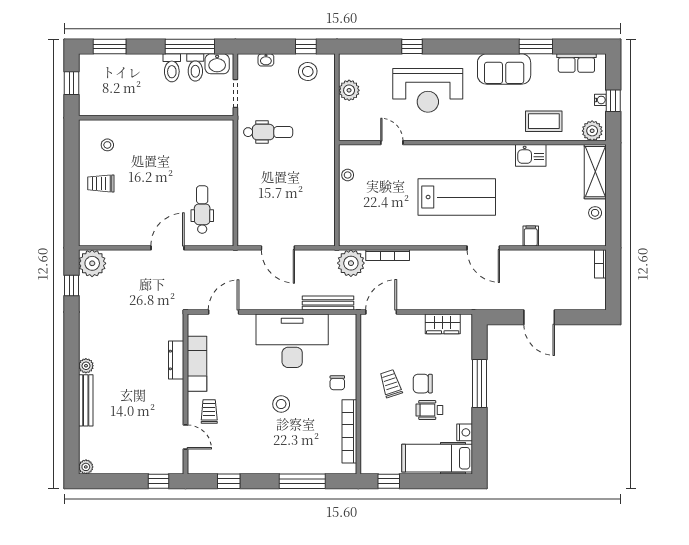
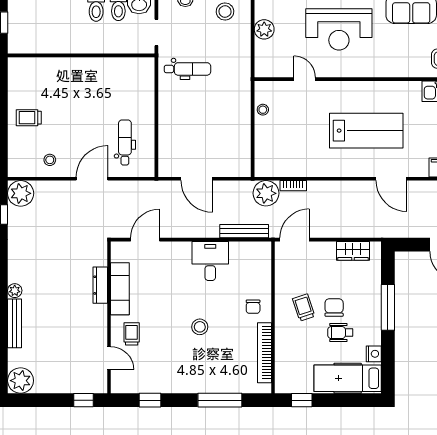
stool: (107, 145) -> (50, 160), moved
bookcase: (388, 255) -> (293, 186), width x0.64
desk: (292, 341) -> (210, 261), width x0.53, depth x0.77
chair: (423, 384) -> (334, 308), turned 90
plant: (86, 467) -> (21, 381), width x1.87, depth x1.87

